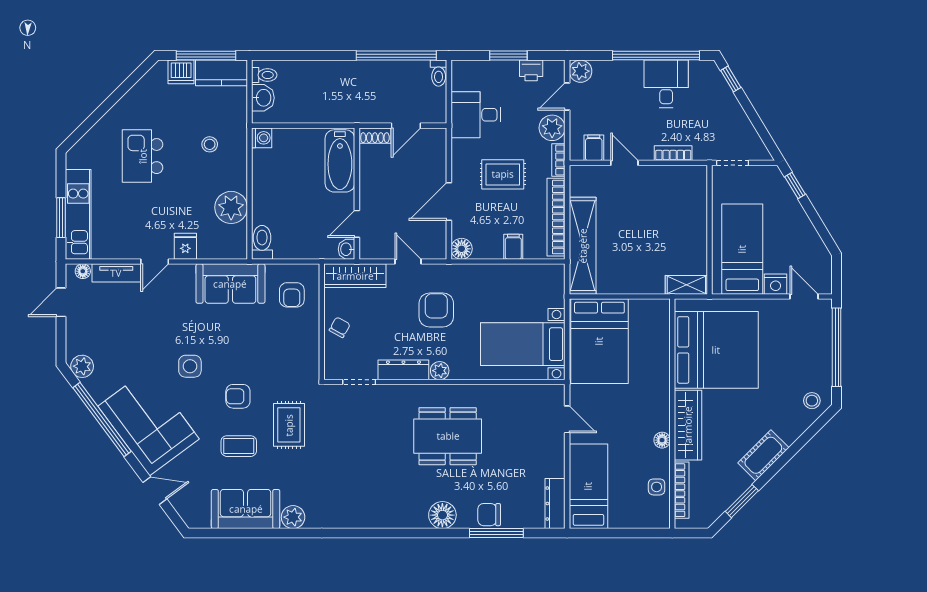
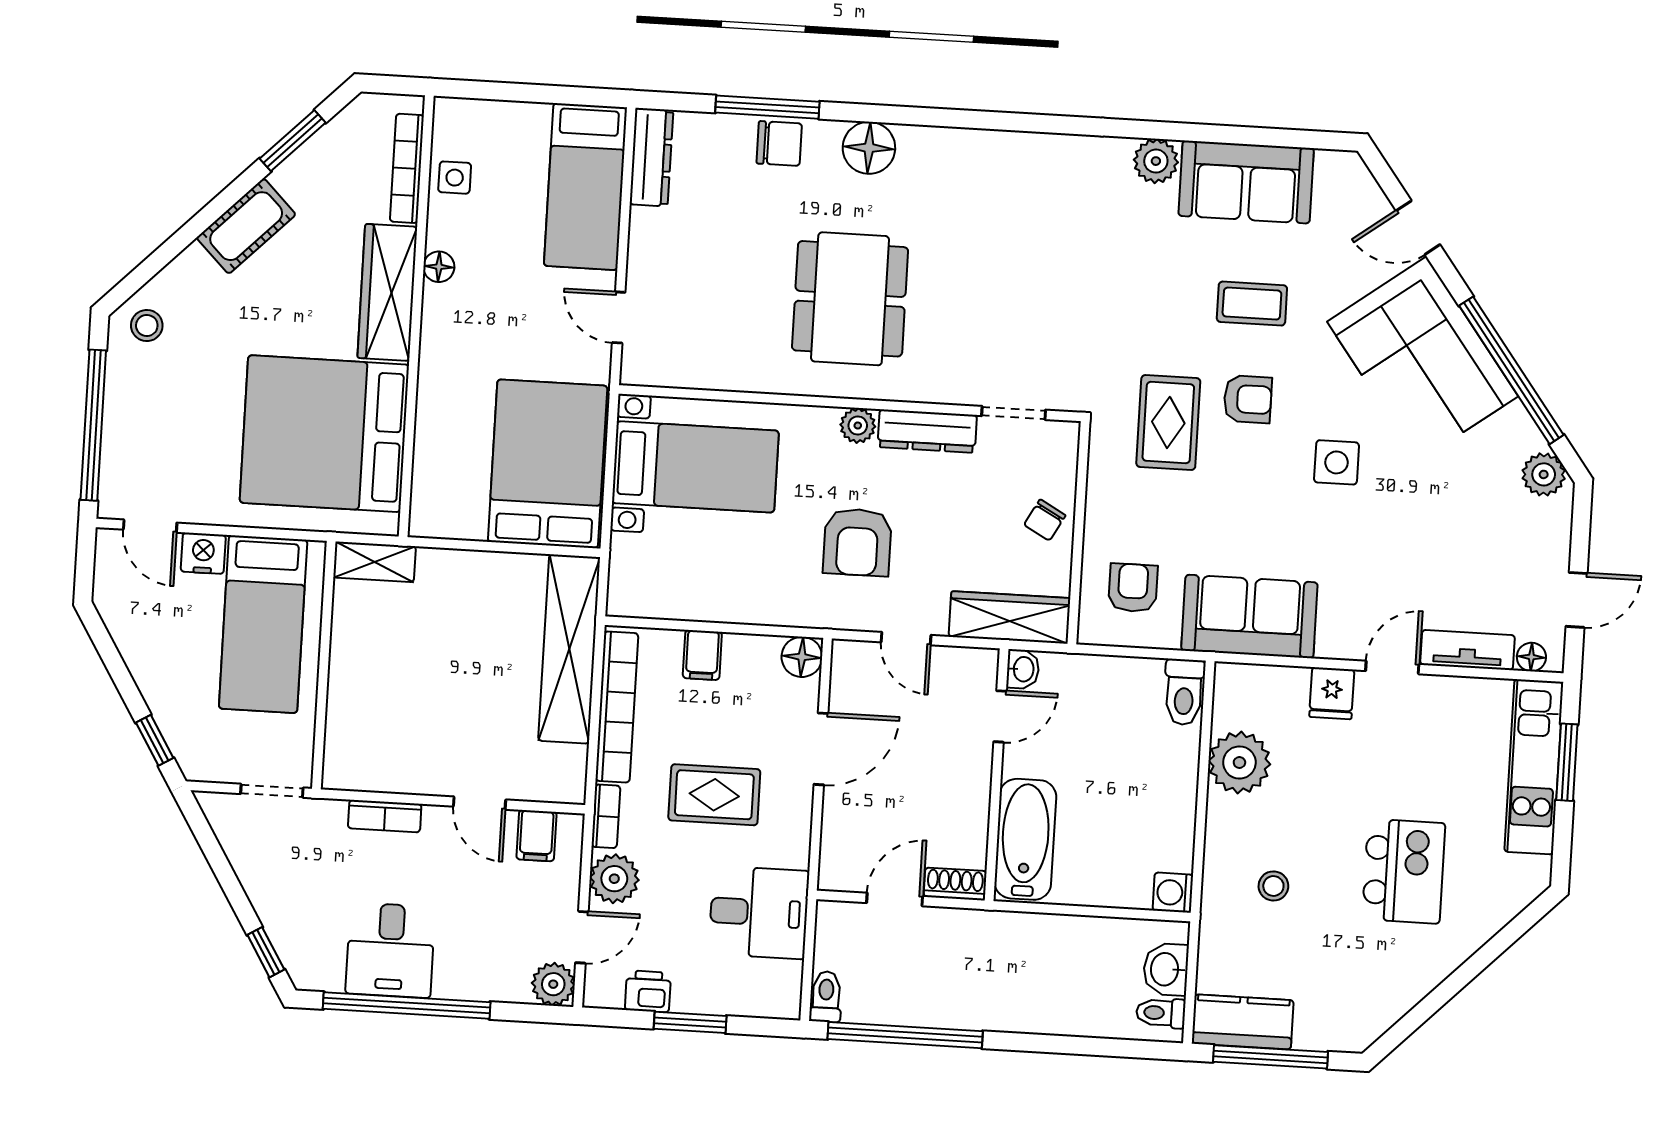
dishwasher: (181, 72) -> (1320, 1028), removed
rug: (289, 425) -> (1168, 423), moved
dining table: (448, 436) -> (850, 299), turned 90

